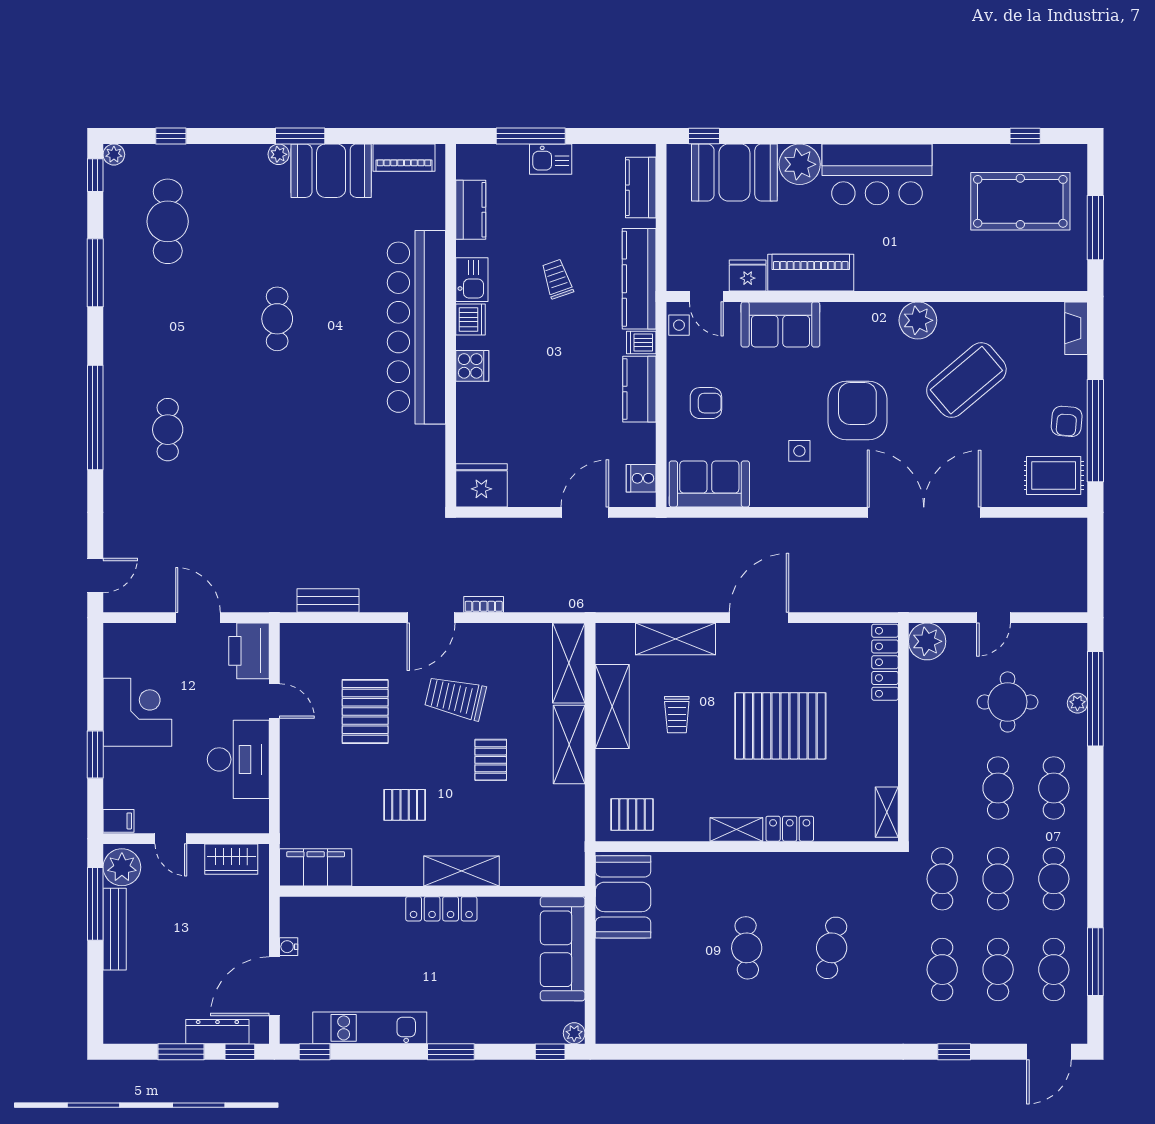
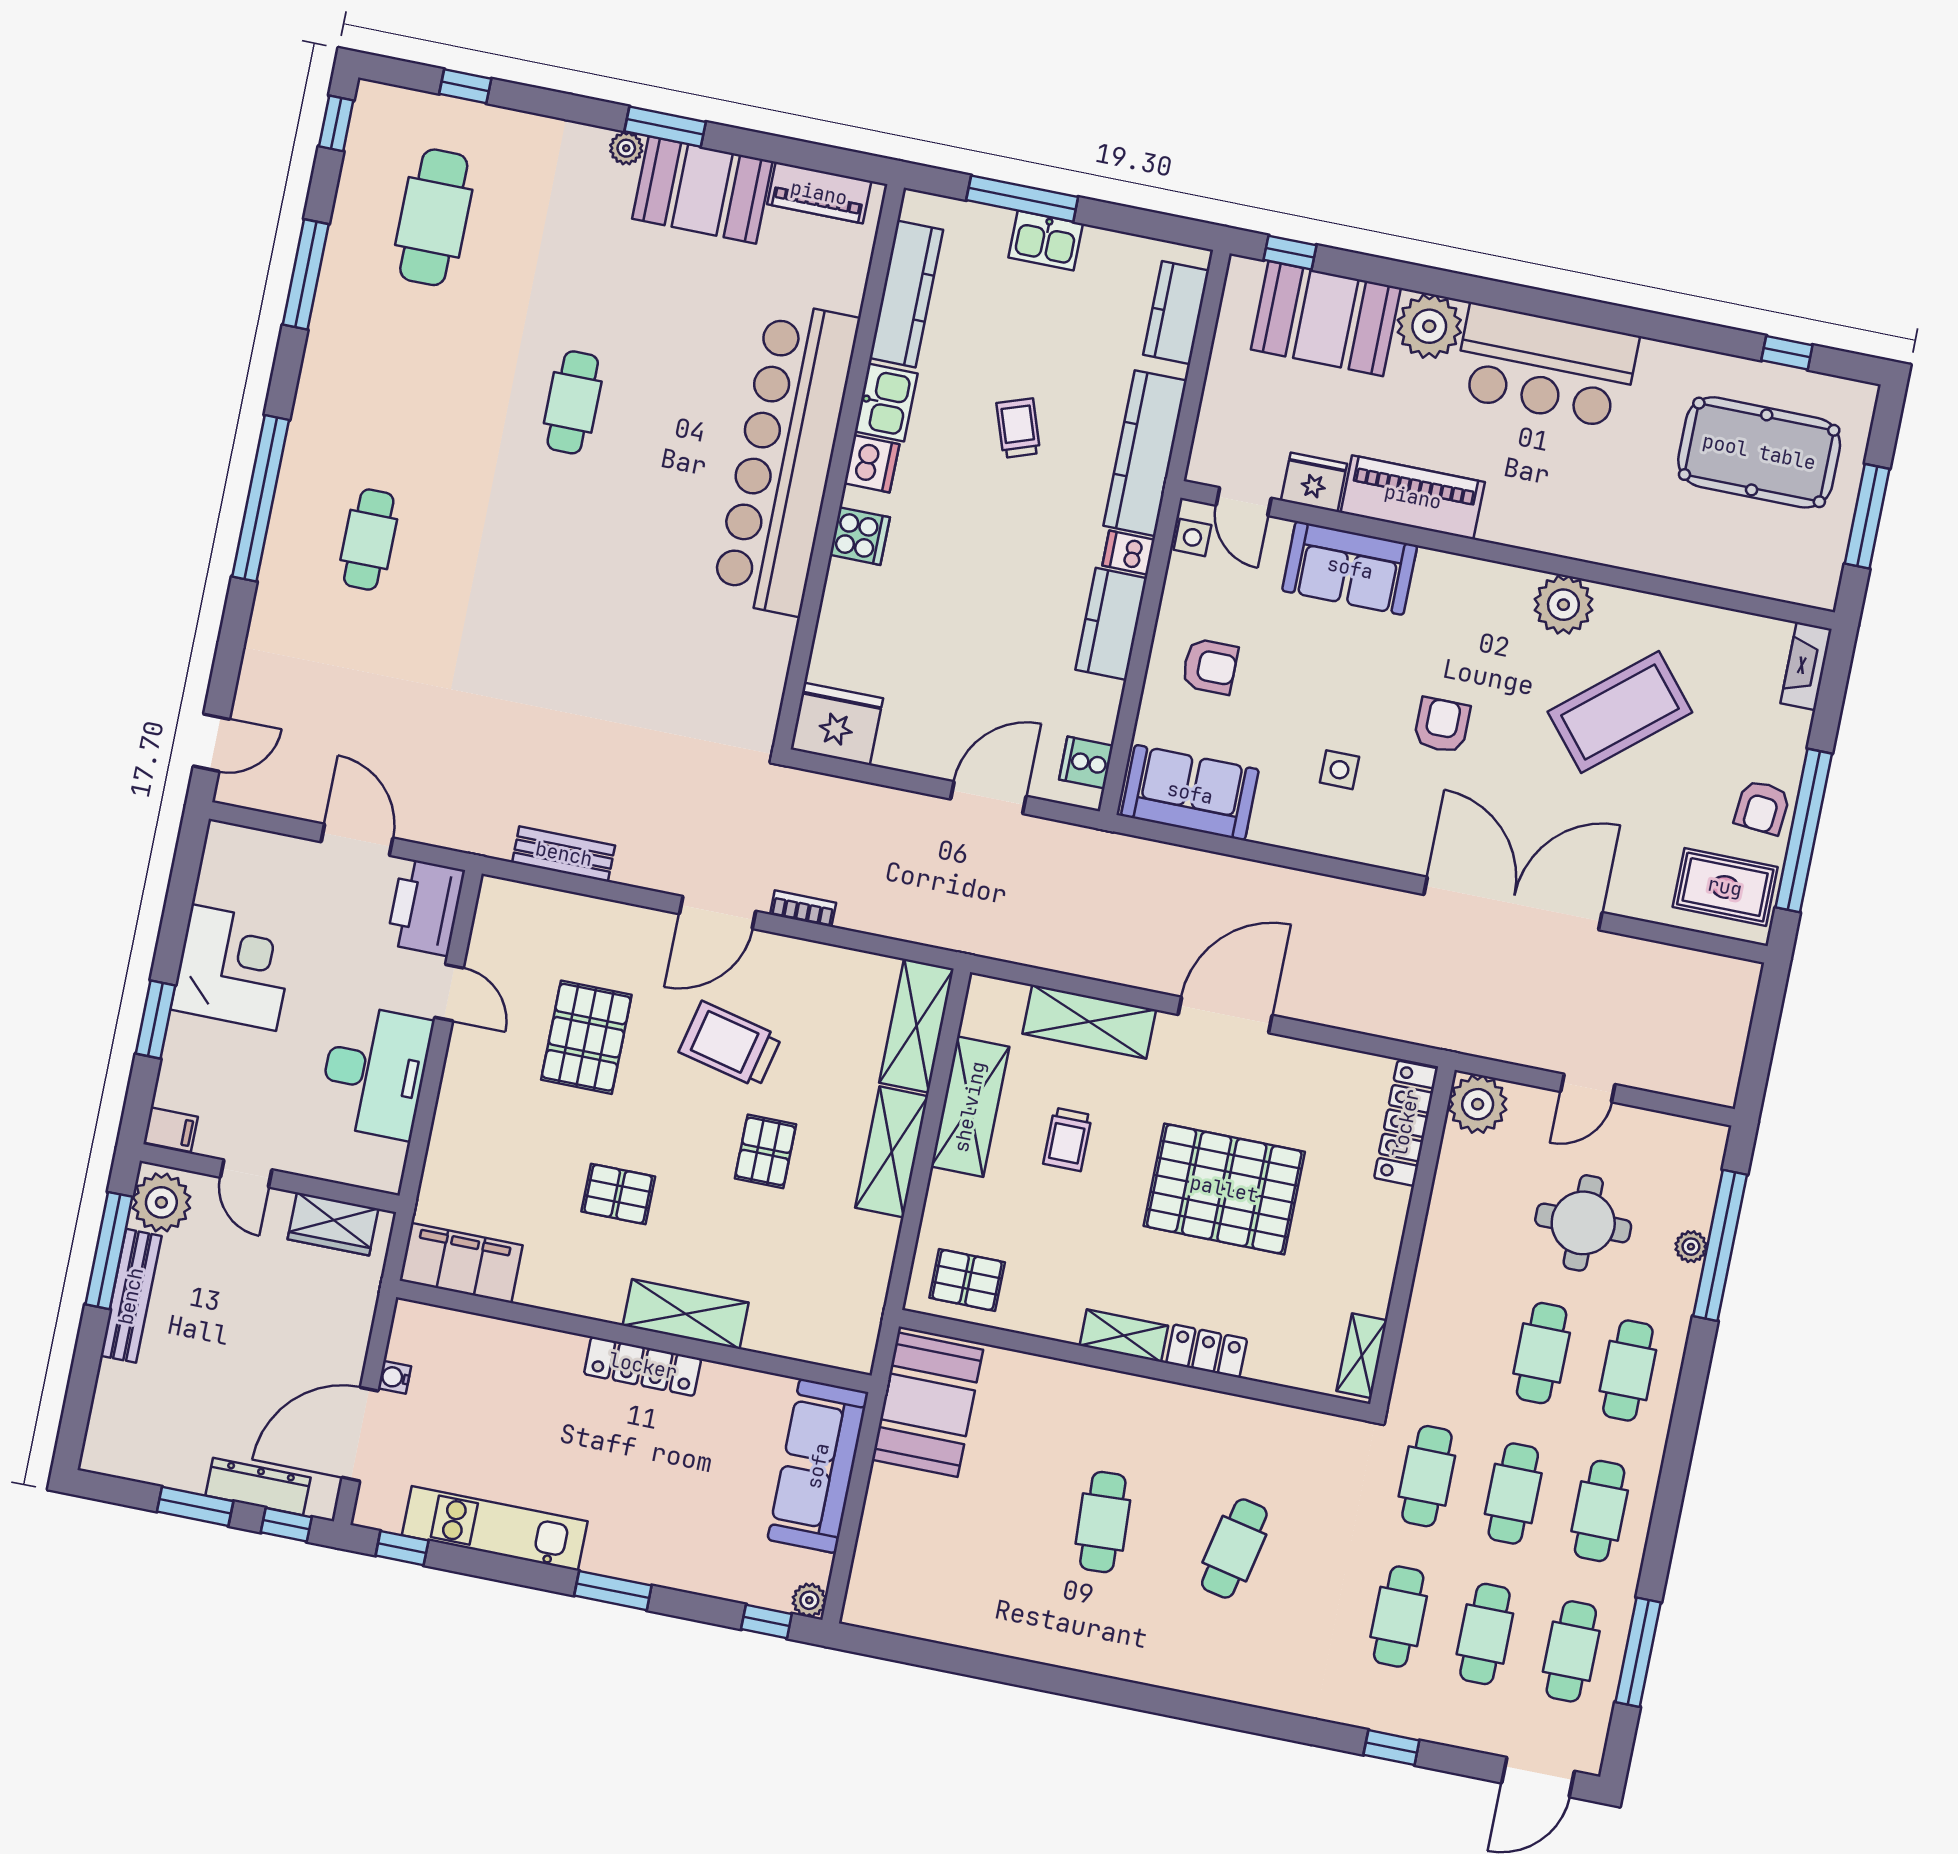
plant: (114, 155) -> (371, 97), removed
kitchen counter: (471, 210) -> (906, 294), width x1.50
armchair: (857, 411) -> (1442, 725), width x0.53, depth x0.53

